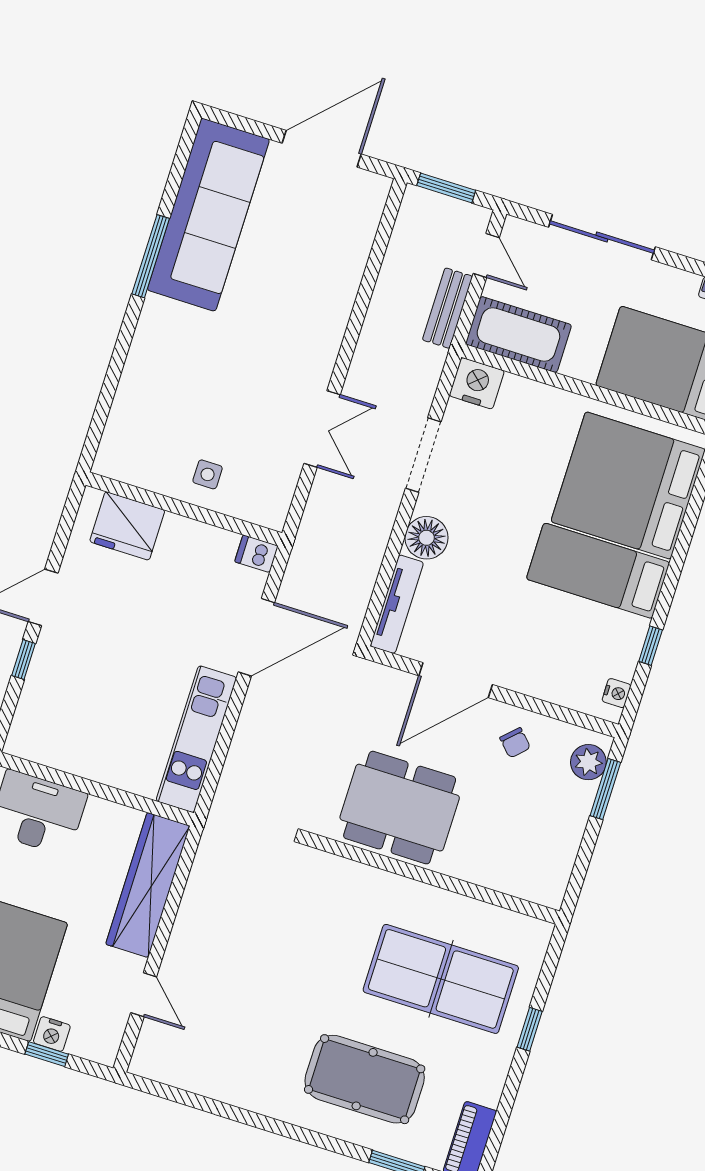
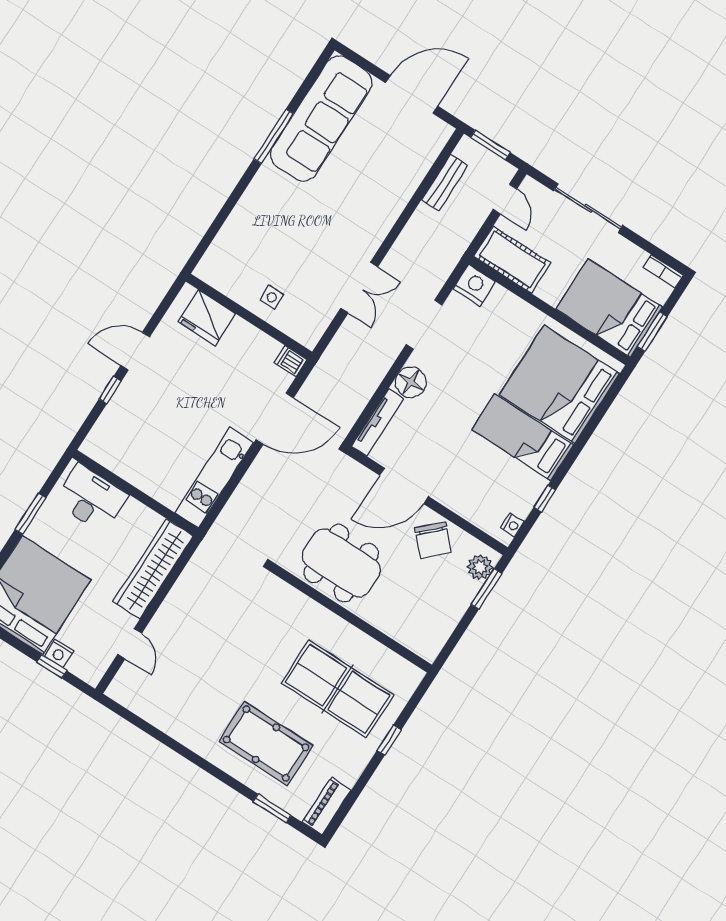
bench: (448, 308) -> (445, 183), moved
chair: (515, 743) -> (433, 540), width x1.87, depth x1.87

